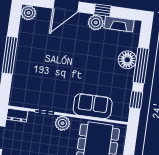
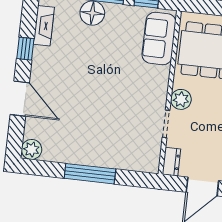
plant: (96, 22) -> (42, 57), removed
sofa: (93, 106) -> (159, 38), moved

